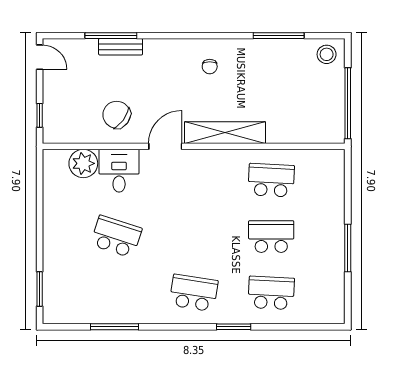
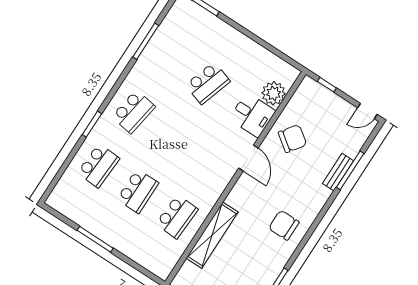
chair: (210, 67) -> (284, 225), width x1.87, depth x1.87
shelving: (225, 133) -> (212, 235), moved

